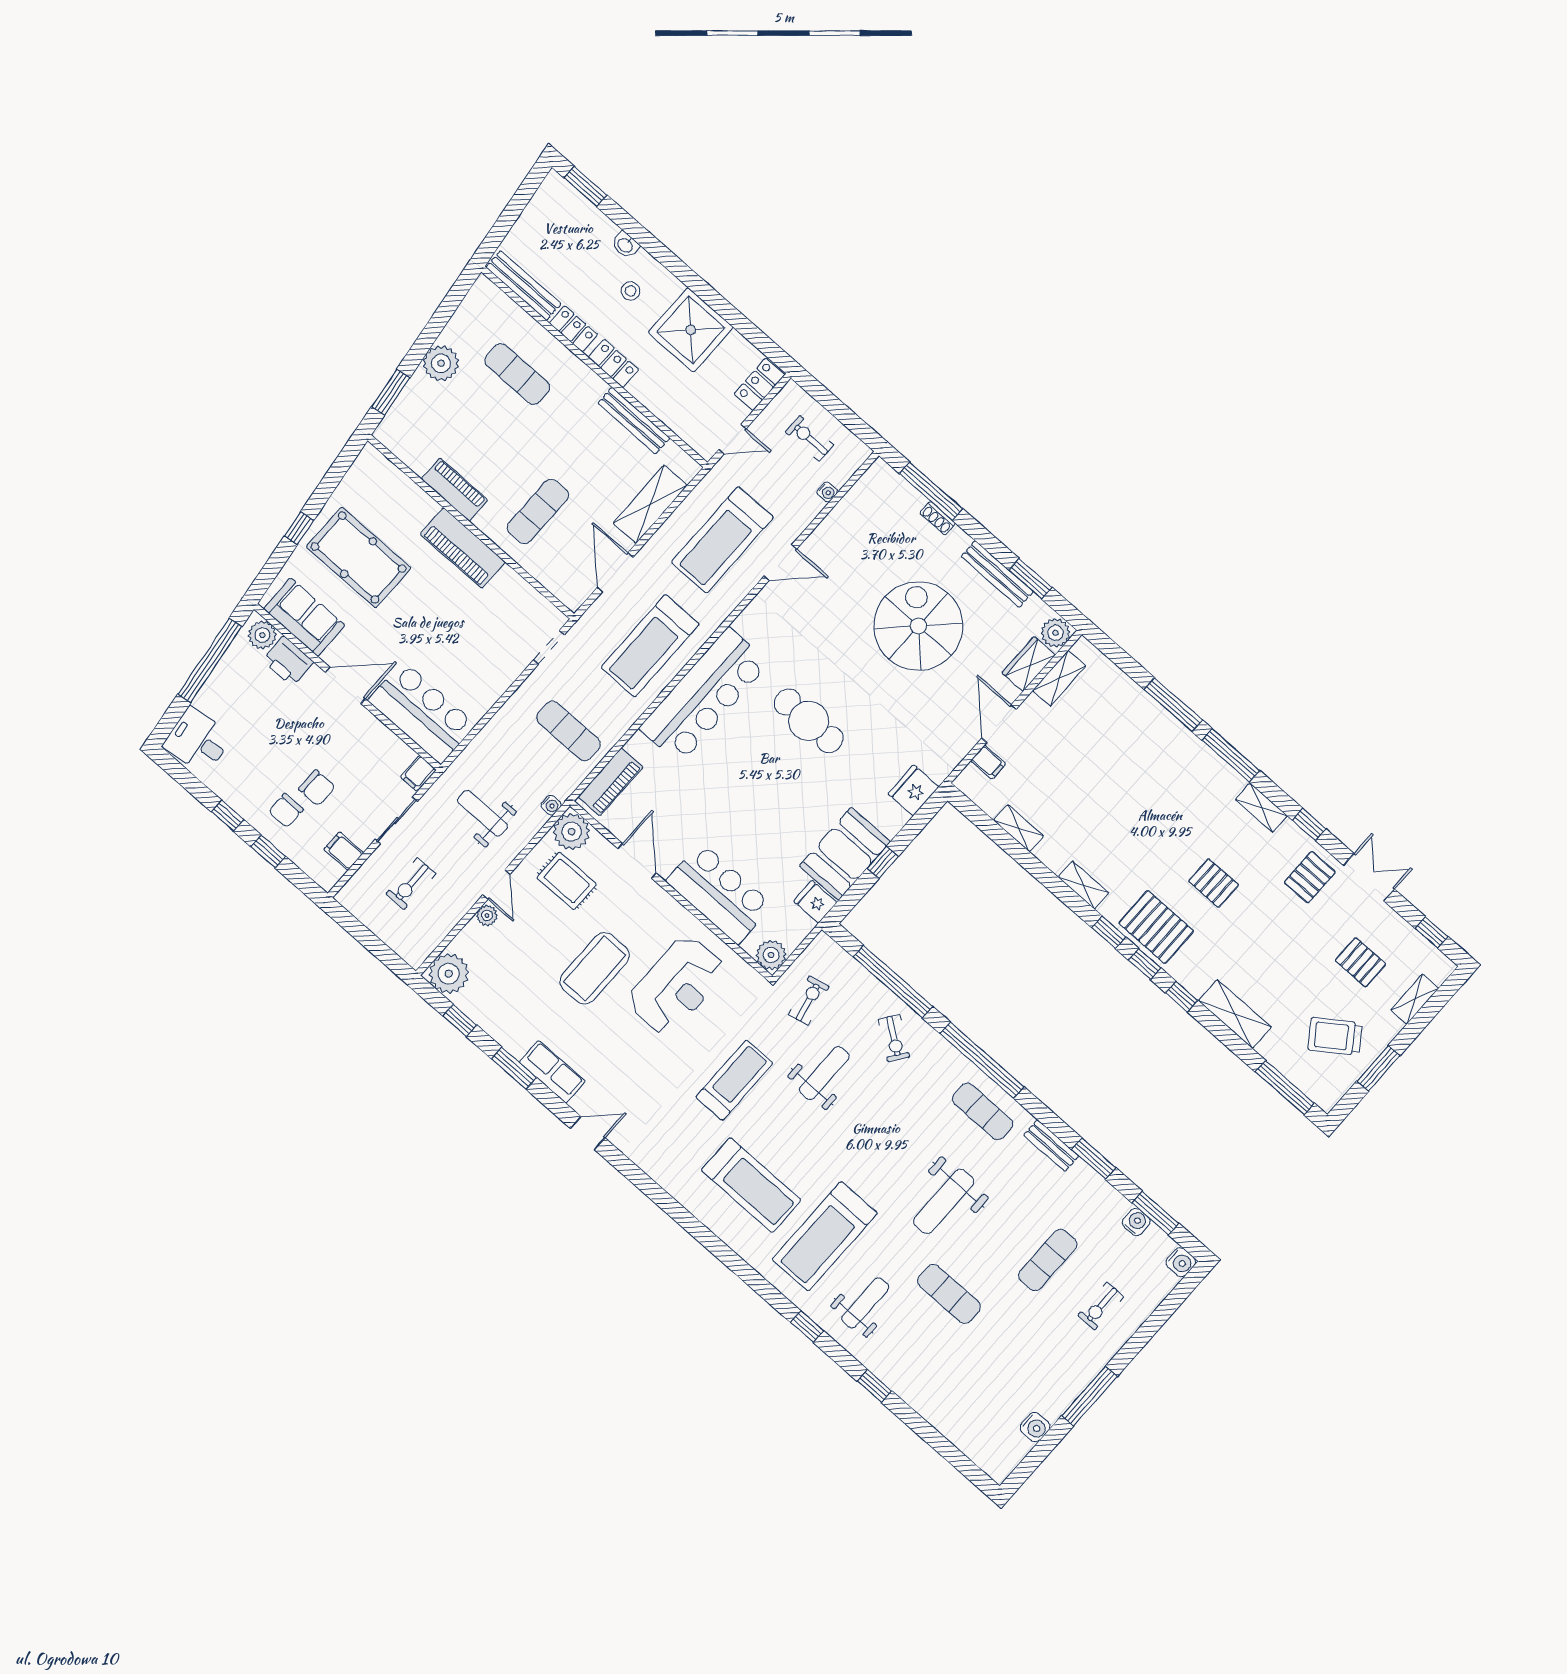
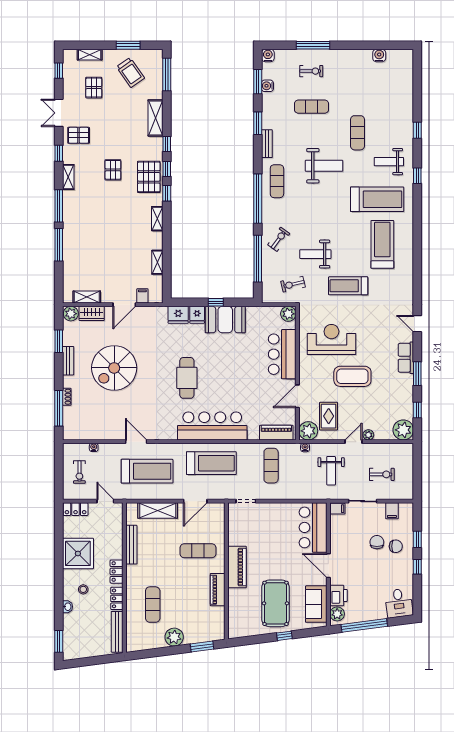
bench: (997, 574) -> (68, 361), width x0.73
fridge: (815, 902) -> (197, 315), moved
window: (1089, 1396) -> (313, 45), moved

